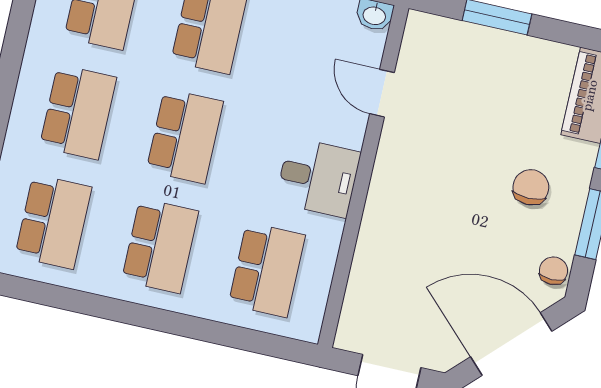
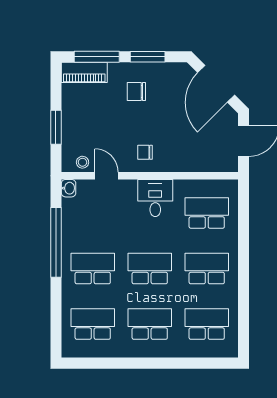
stool: (418, 53) -> (83, 162), added
door: (382, 93) -> (106, 176), swing flipped
chair: (553, 271) -> (145, 152), moved

